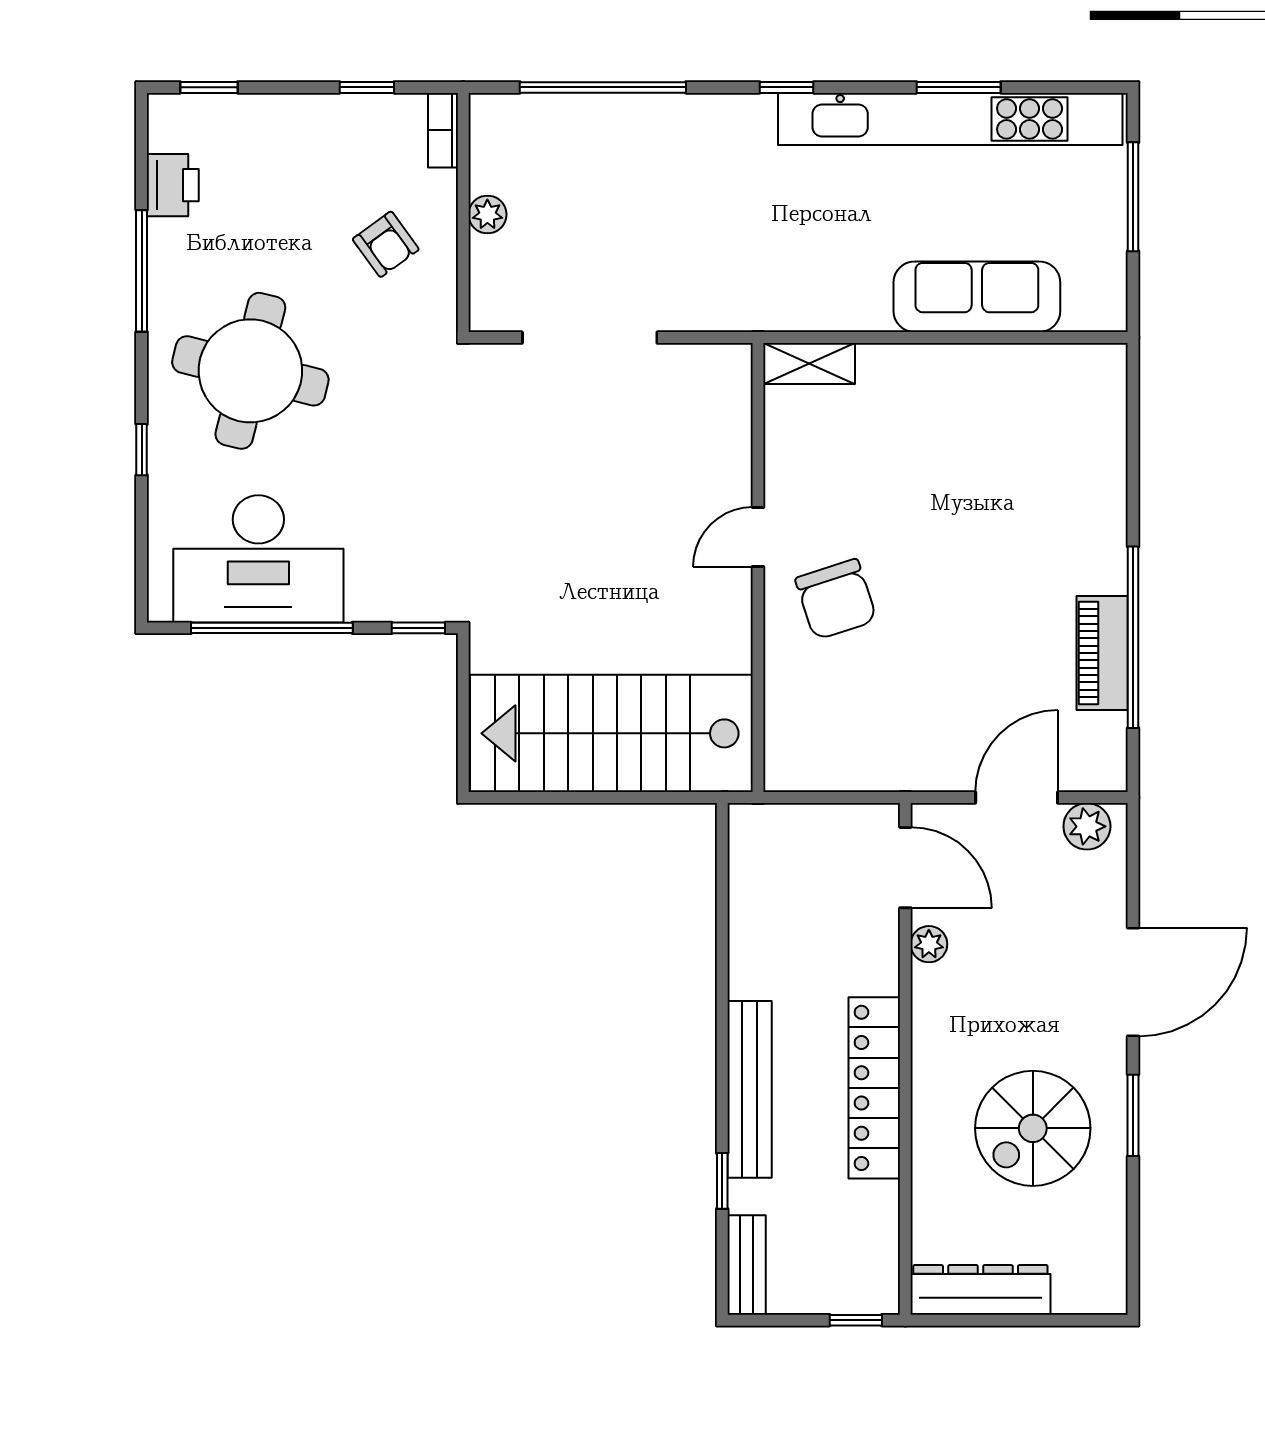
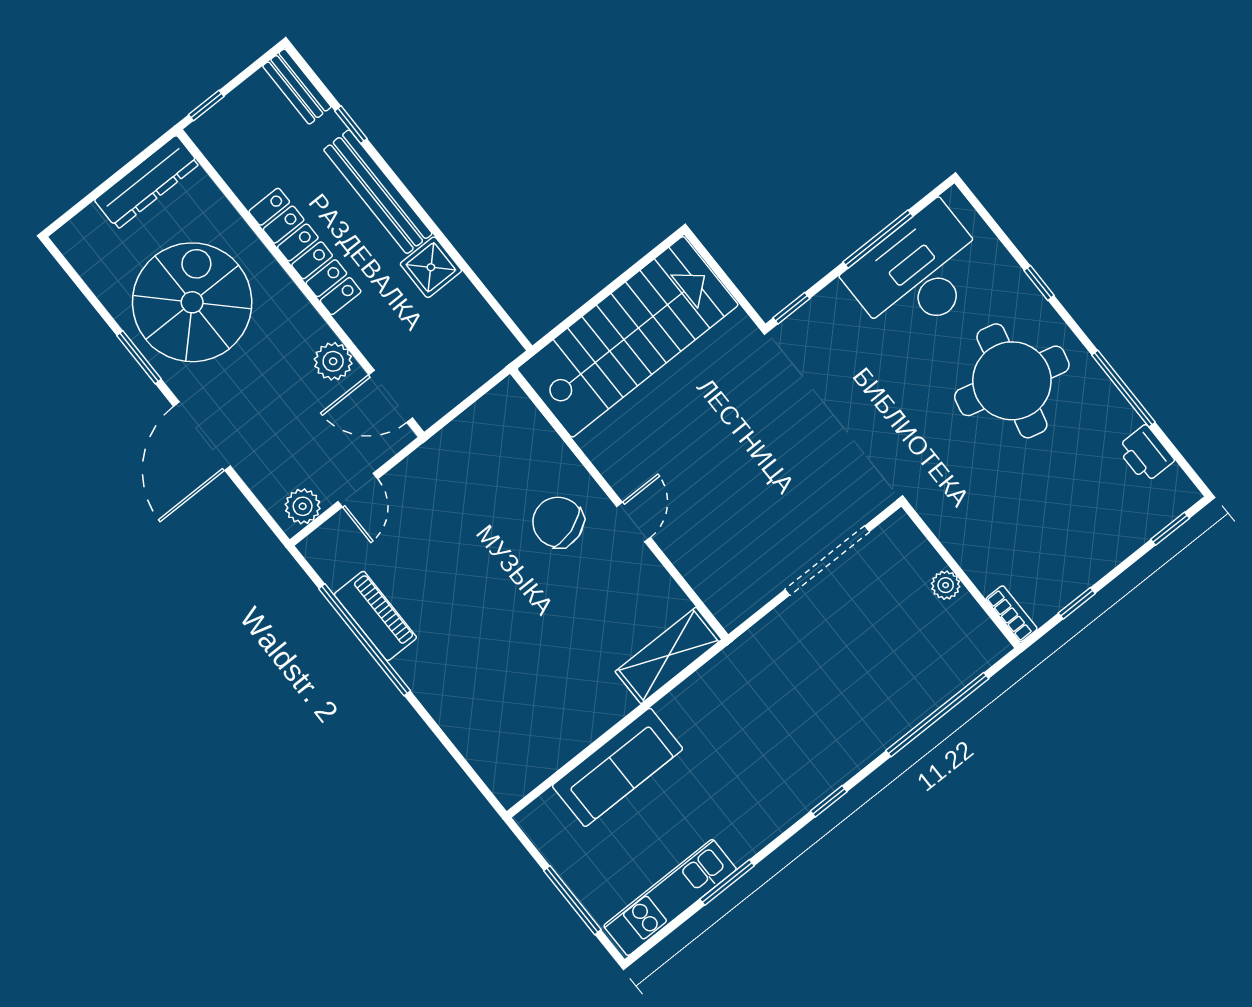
kitchen unit: (950, 119) -> (670, 897), width x0.54
armchair: (386, 244) -> (992, 520), removed
shelving: (809, 364) -> (668, 655), width x1.50, depth x1.33
window: (272, 628) -> (878, 239), width x0.68
door: (1017, 798) -> (358, 490), width x0.73
plant: (929, 944) -> (333, 361), width x1.38, depth x1.38
shower: (757, 968) -> (431, 267), added
spiral stairs: (1033, 1128) -> (192, 302), width x1.37, depth x1.37

